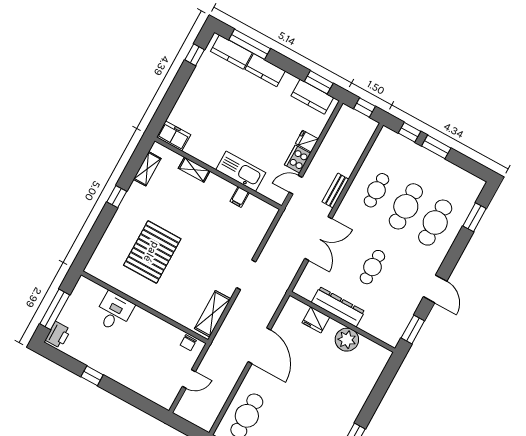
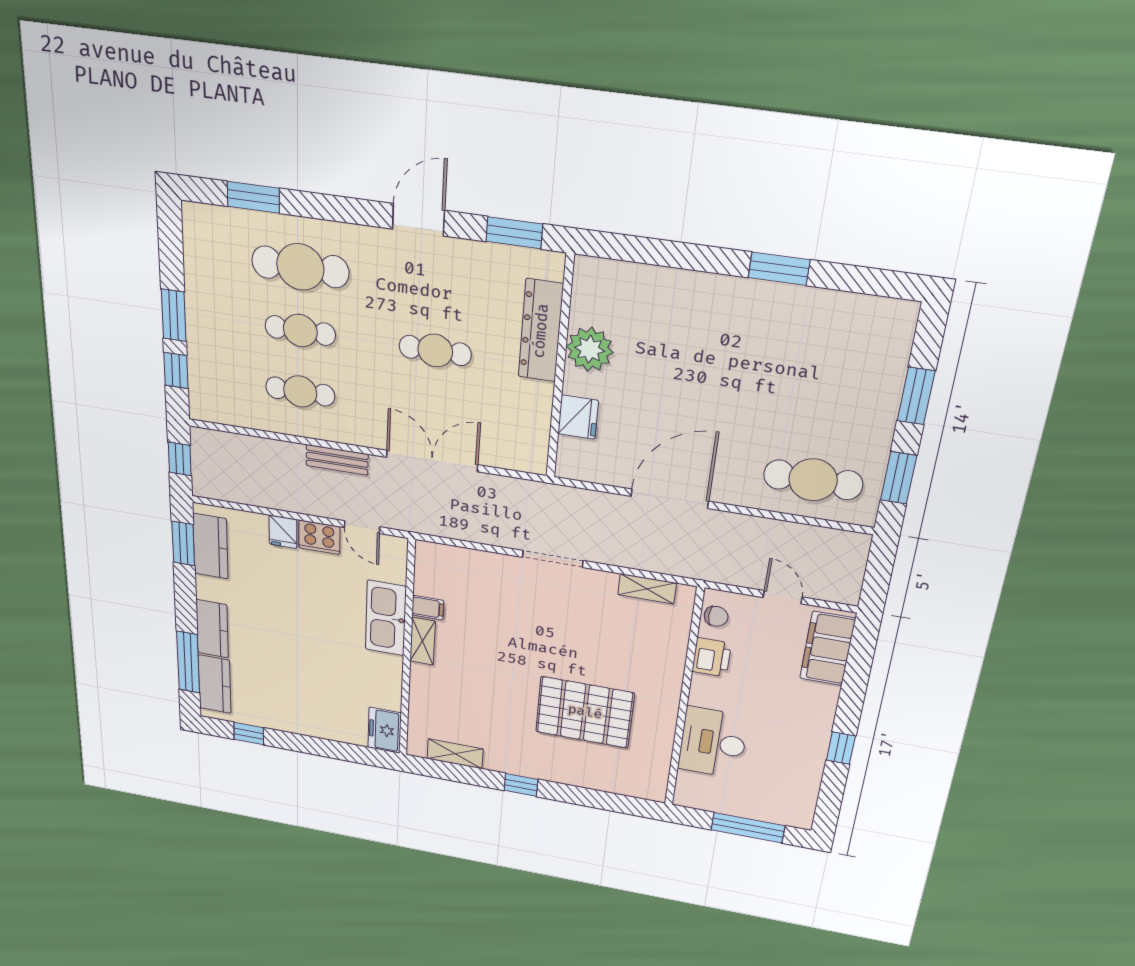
shelving: (194, 170) -> (423, 641), moved
cafe table: (406, 206) -> (300, 331), width x0.73, depth x0.74
dresser: (338, 307) -> (541, 331), moved
desk: (114, 312) -> (713, 743), width x1.37
shelving: (213, 314) -> (647, 589), width x0.67, depth x0.75
printer: (58, 335) -> (712, 657), moved, turned 90
filing cabinet: (153, 390) -> (827, 648), added

